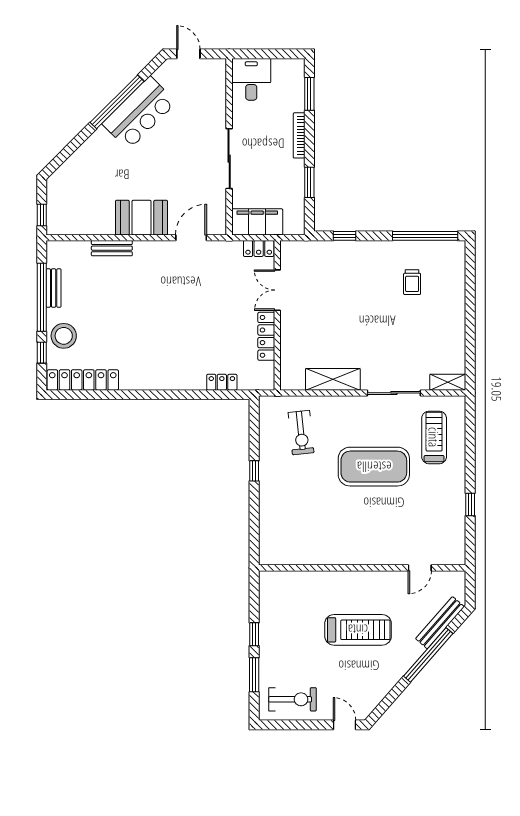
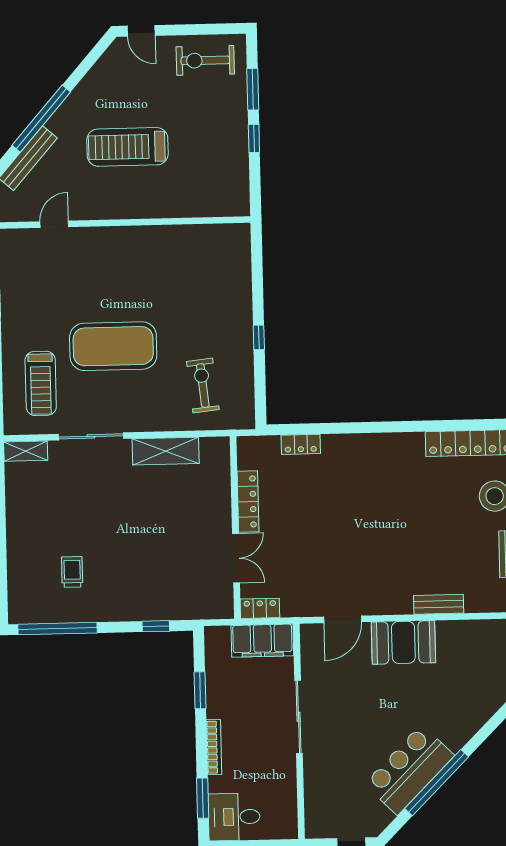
desk: (251, 79) -> (234, 817), moved, turned 90

